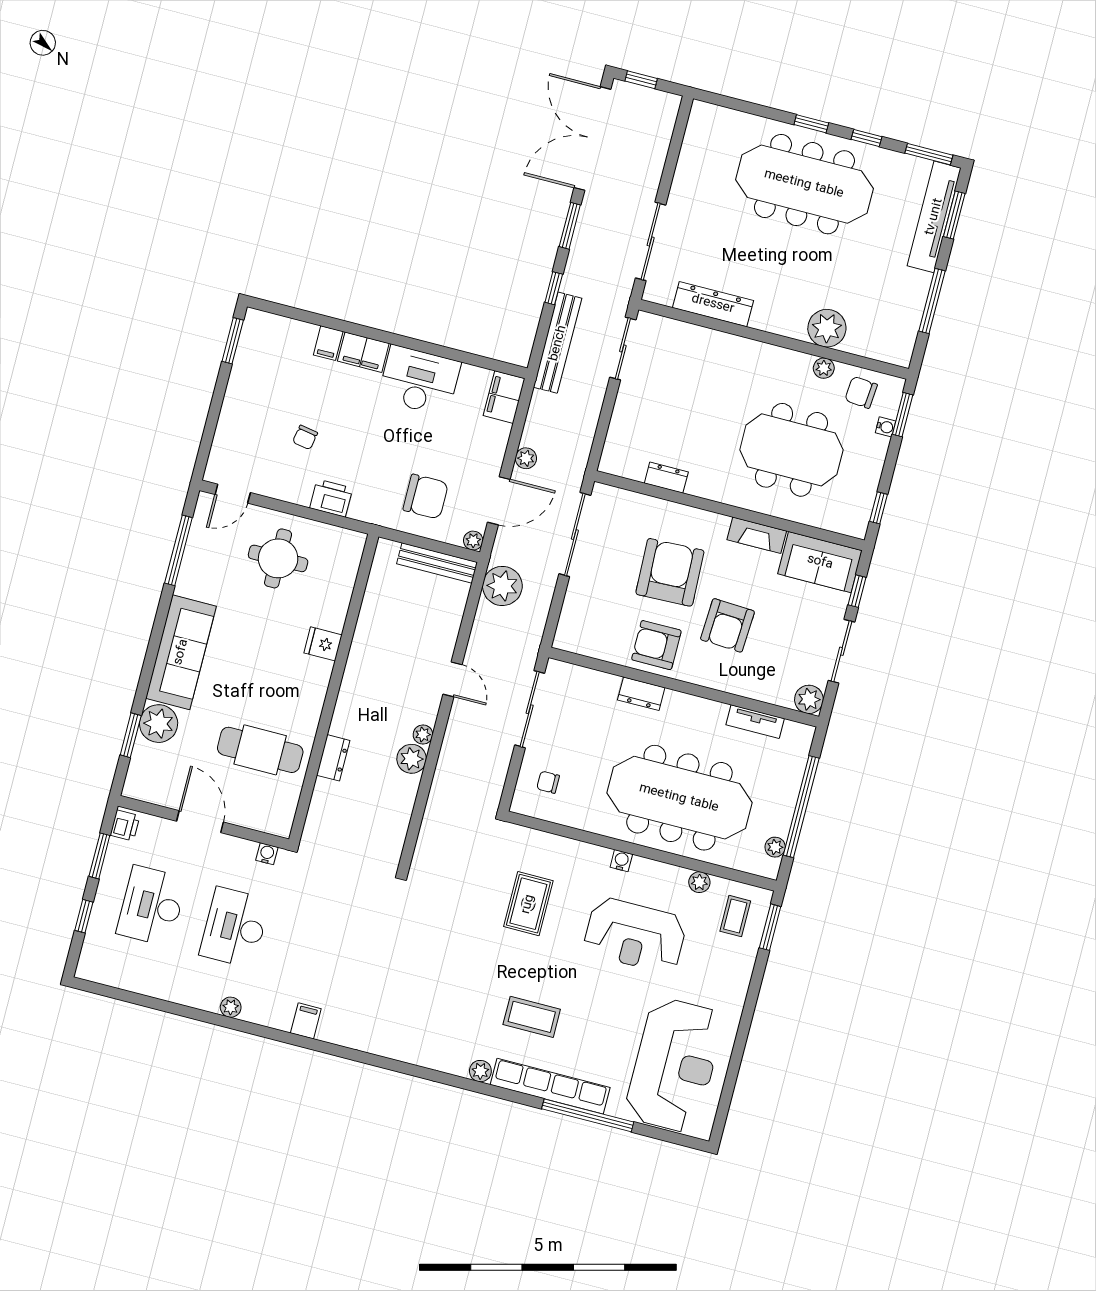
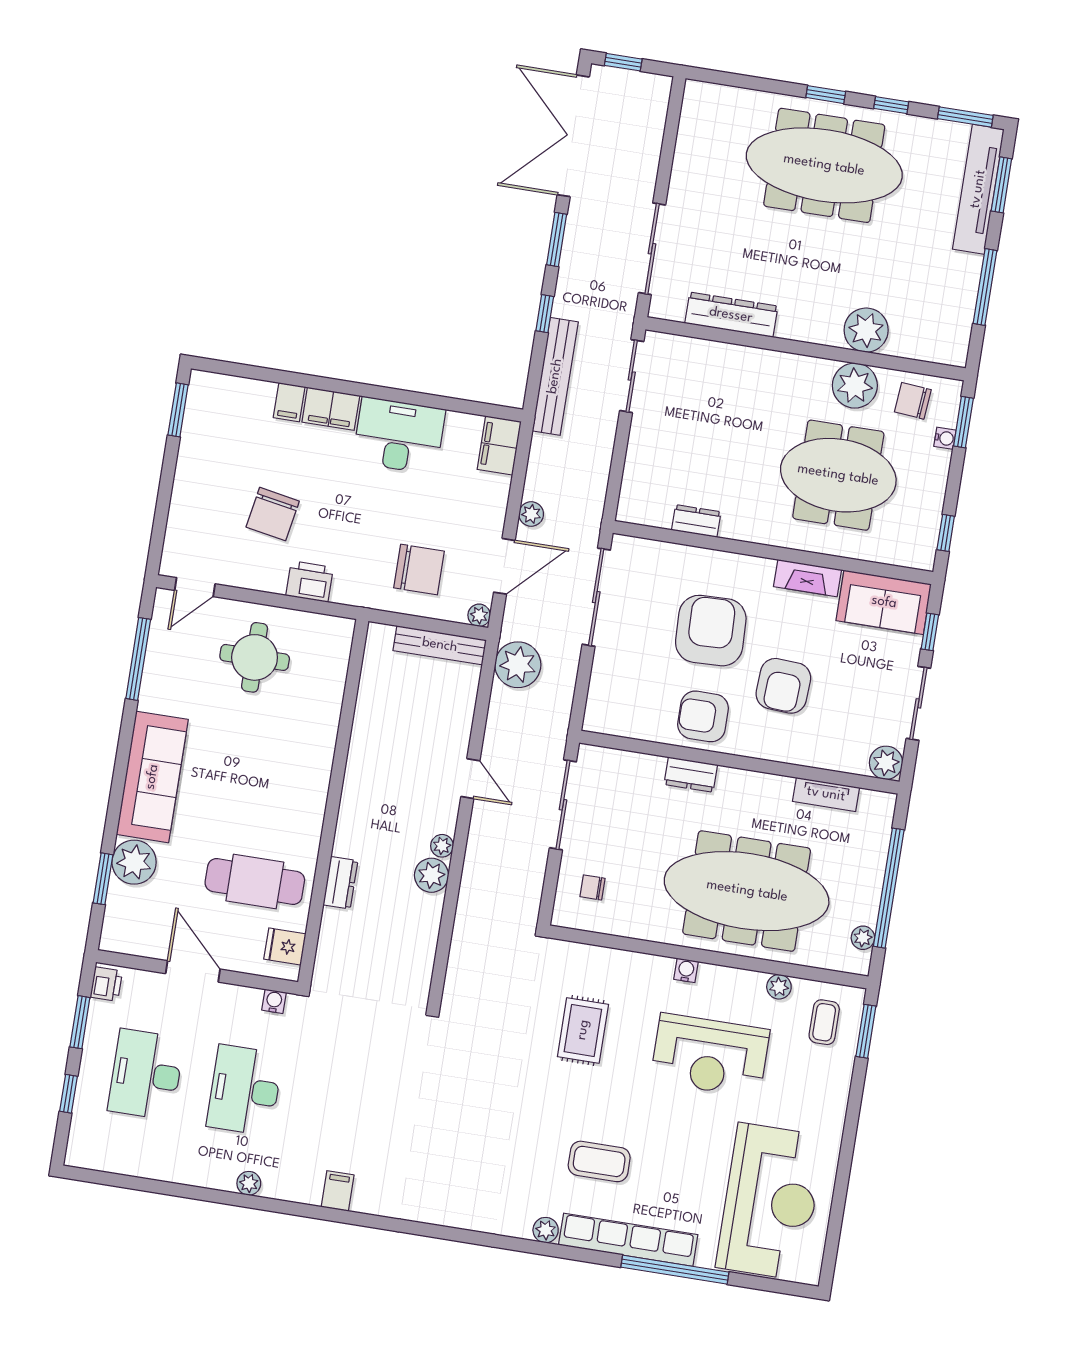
plant: (824, 368) -> (855, 386), width x1.88, depth x1.88
chair: (305, 437) -> (273, 514), width x1.87, depth x1.87
fridge: (323, 644) -> (285, 946), moved

